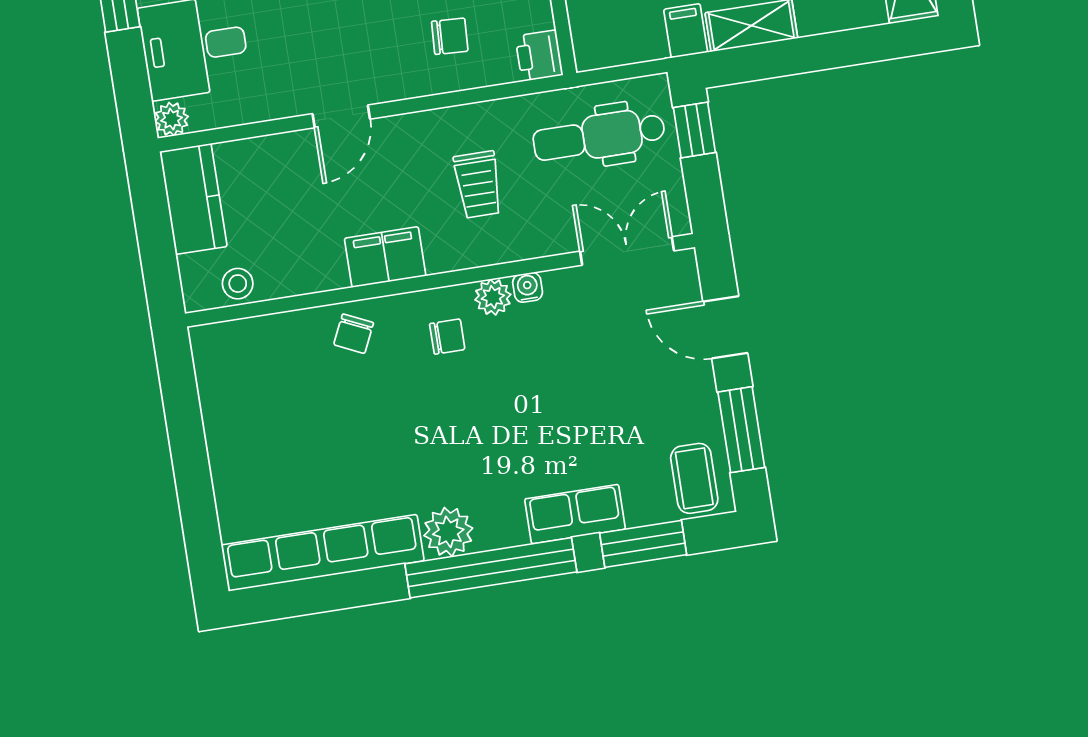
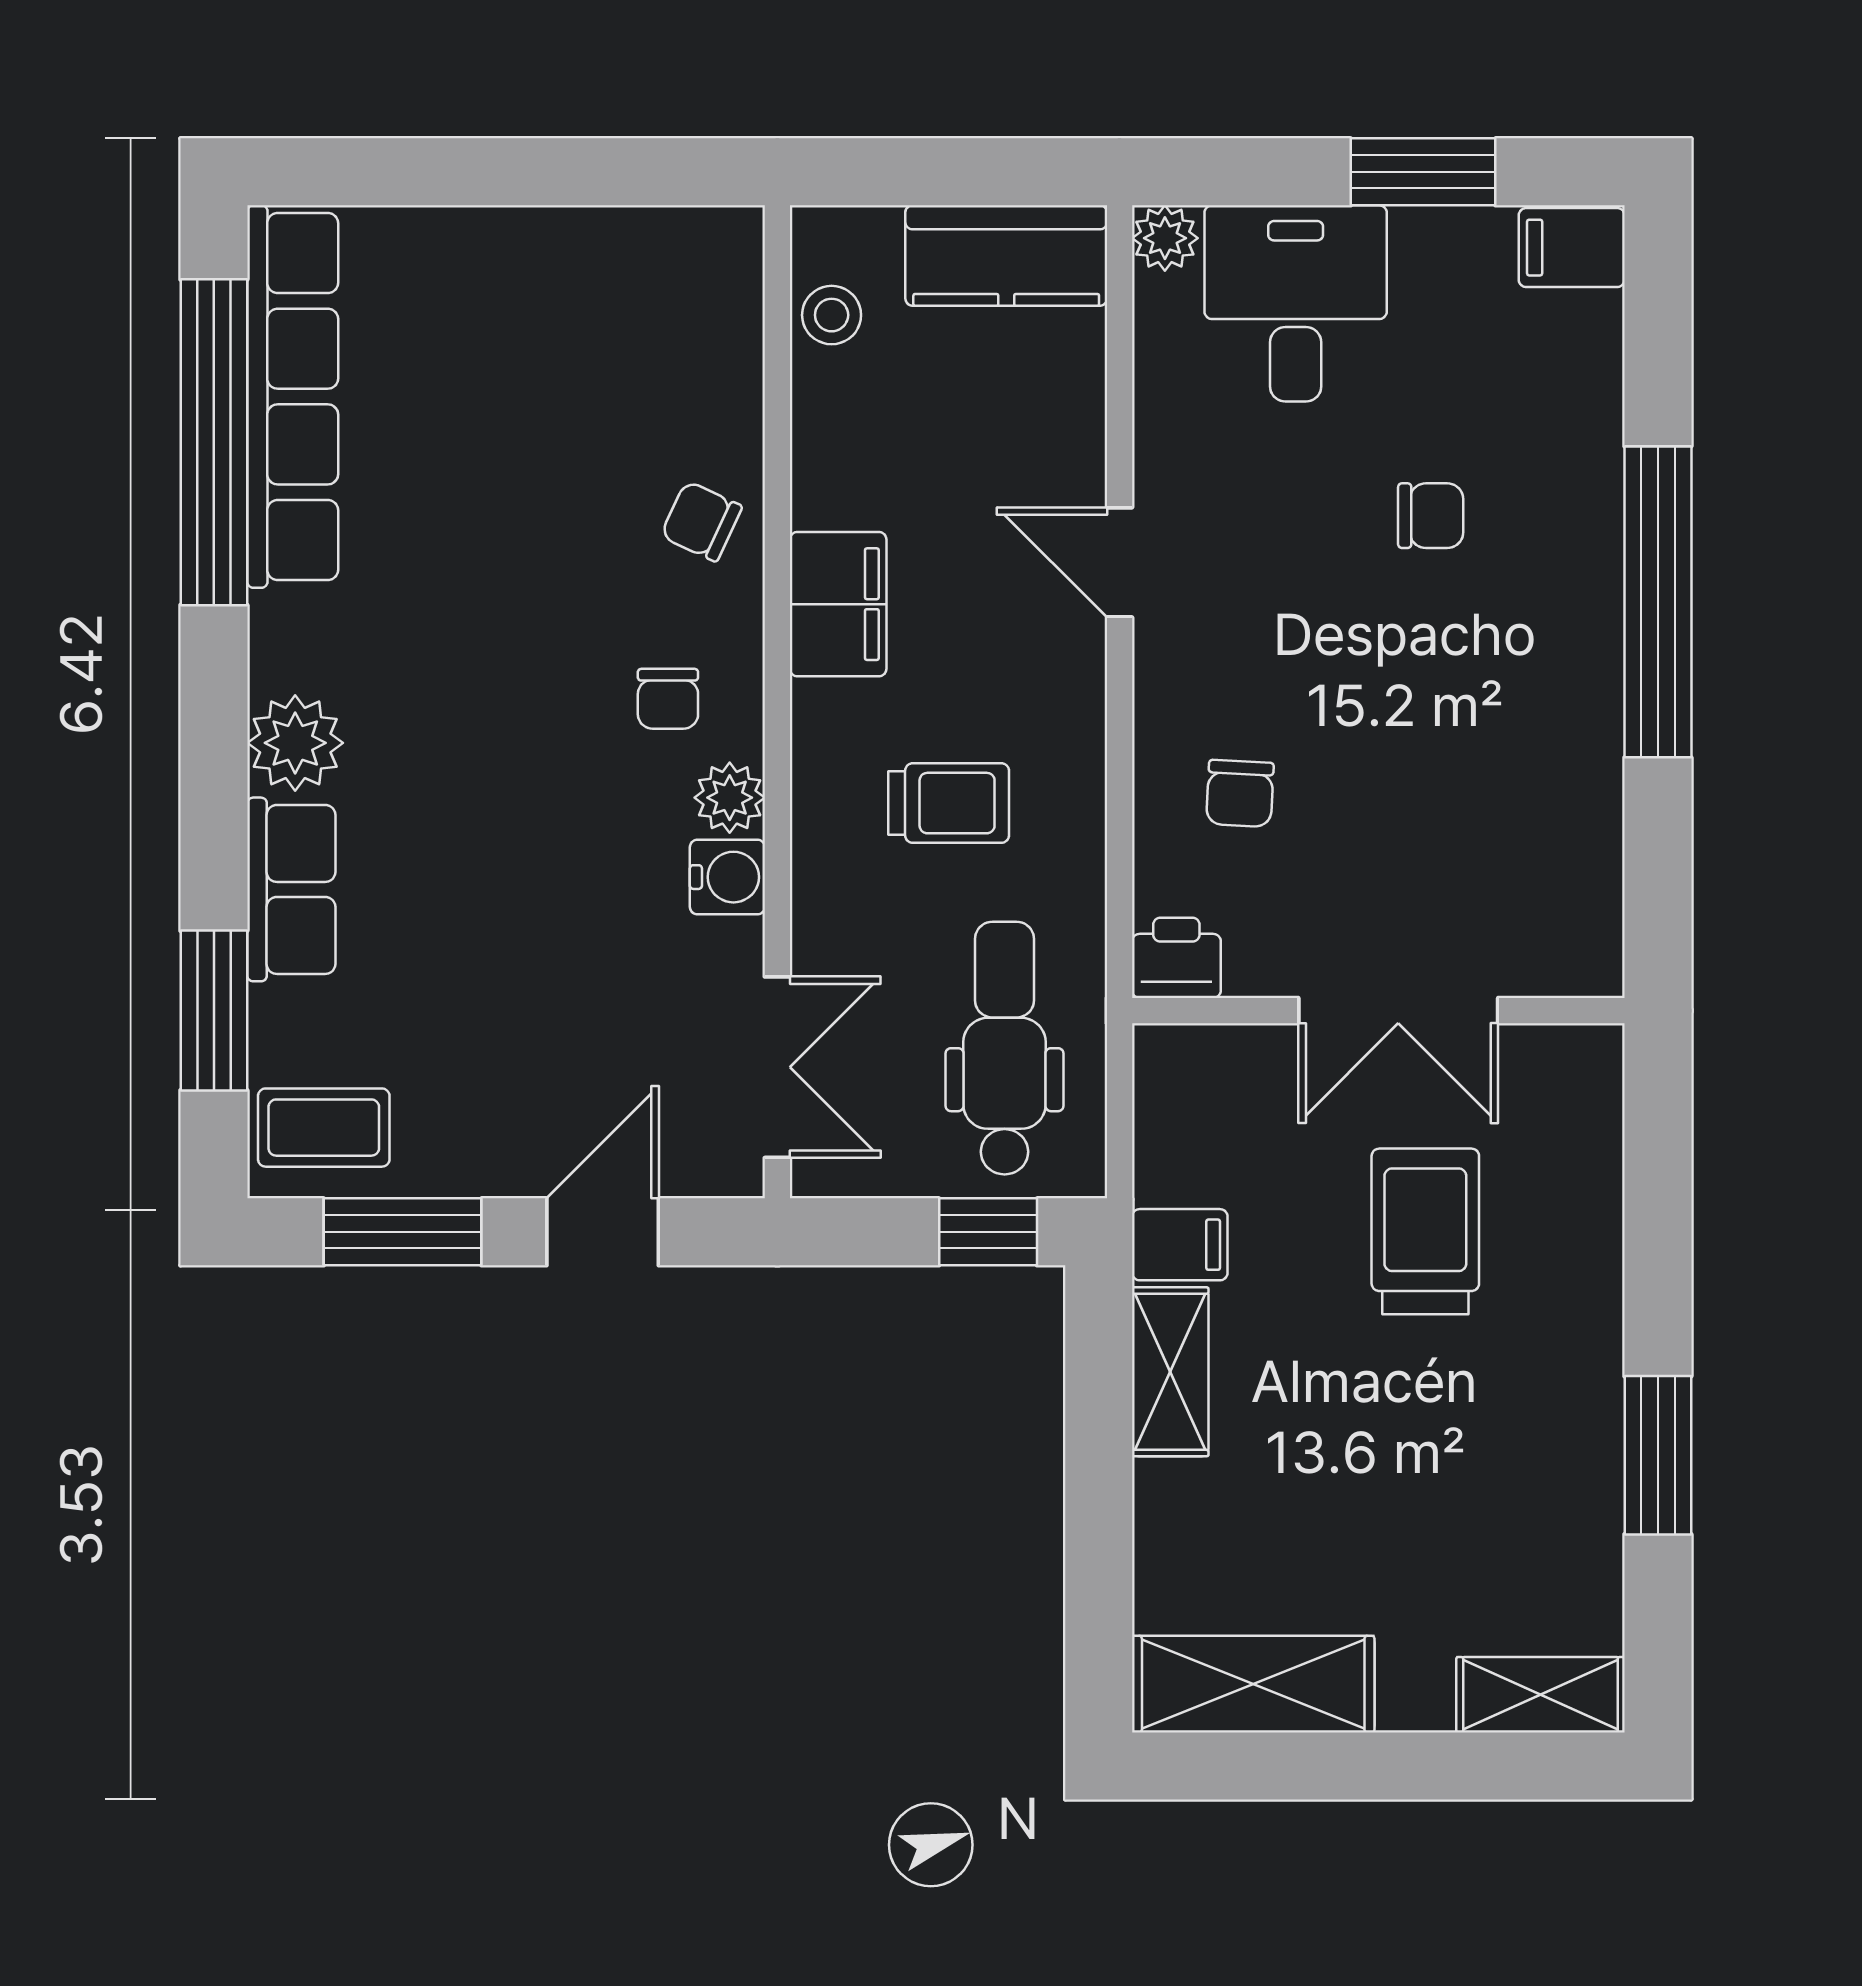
trolley: (478, 185) -> (949, 803), turned 180
water cooler: (528, 287) -> (727, 877), width x1.38, depth x1.38
plant: (448, 532) -> (295, 743), moved
window: (491, 568) -> (214, 442), moved

